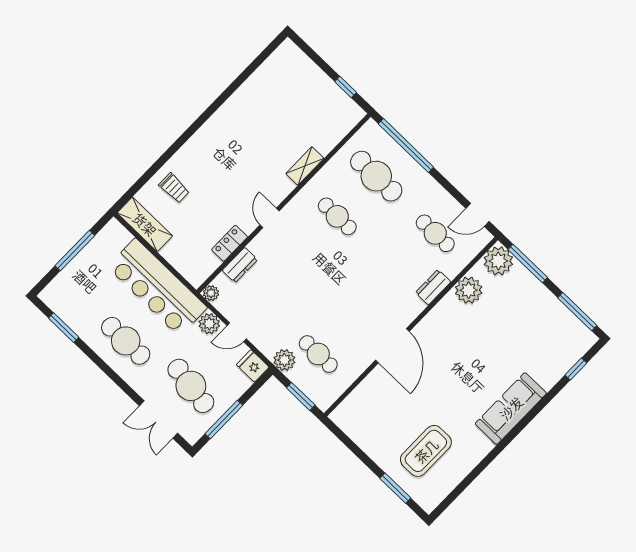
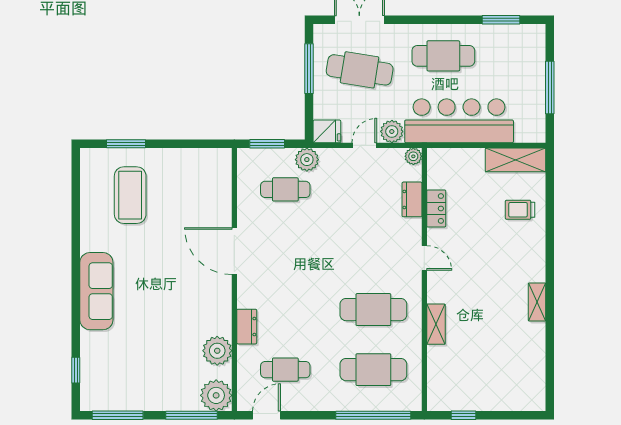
shelving: (223, 115) -> (537, 302), added
cafe table: (337, 216) -> (373, 310), width x1.37, depth x1.35

